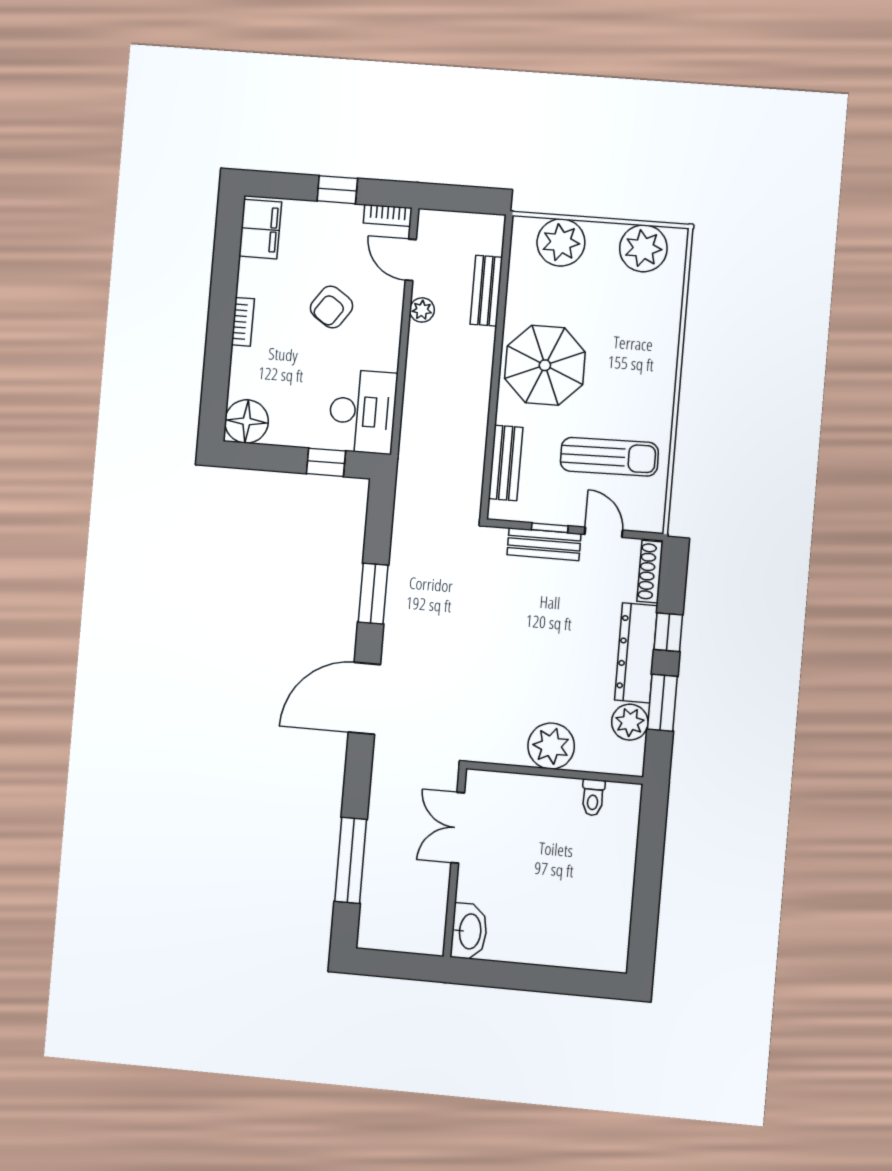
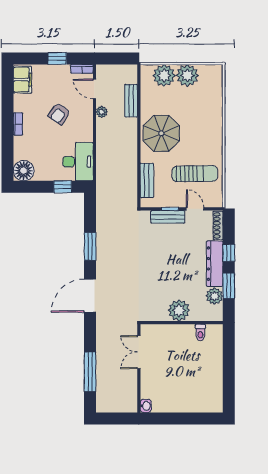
plant: (643, 248) -> (187, 75), moved
washbasin: (469, 931) -> (146, 406), width x0.52, depth x0.69

